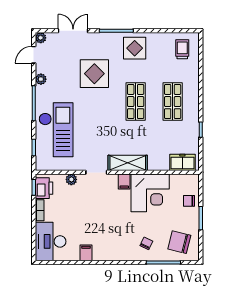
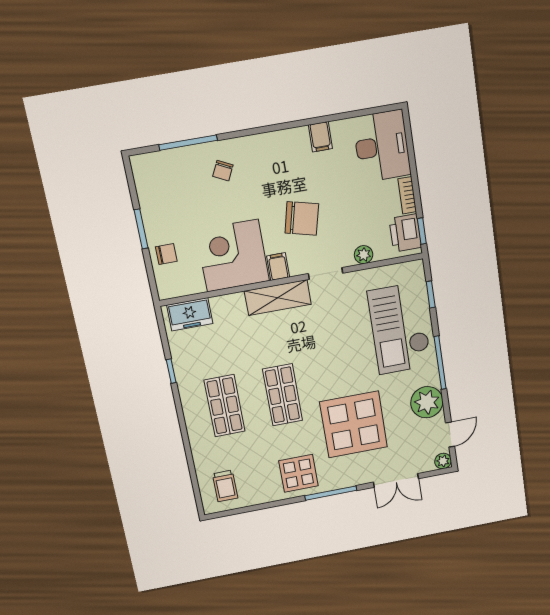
display table: (94, 74) -> (354, 424), width x1.36, depth x1.36
plant: (41, 79) -> (427, 402), width x1.88, depth x1.88
chair: (179, 242) -> (302, 218), moved

